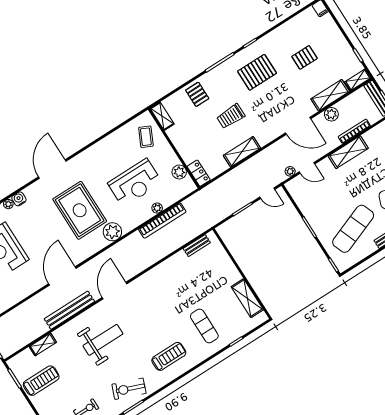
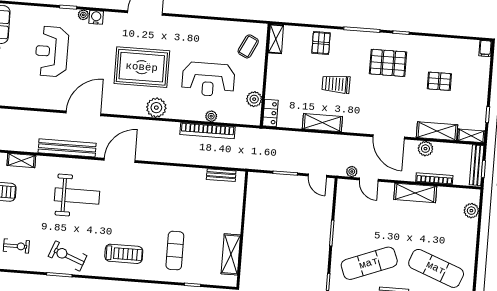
rug: (80, 210) -> (142, 67), turned 90

